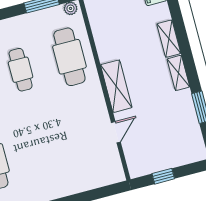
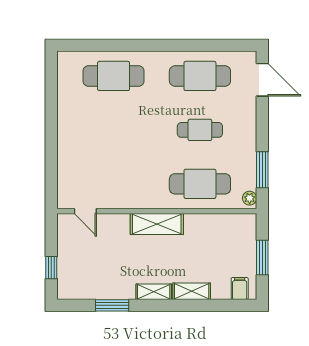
door: (116, 132) -> (85, 211), moved
window: (163, 176) -> (51, 268), moved

